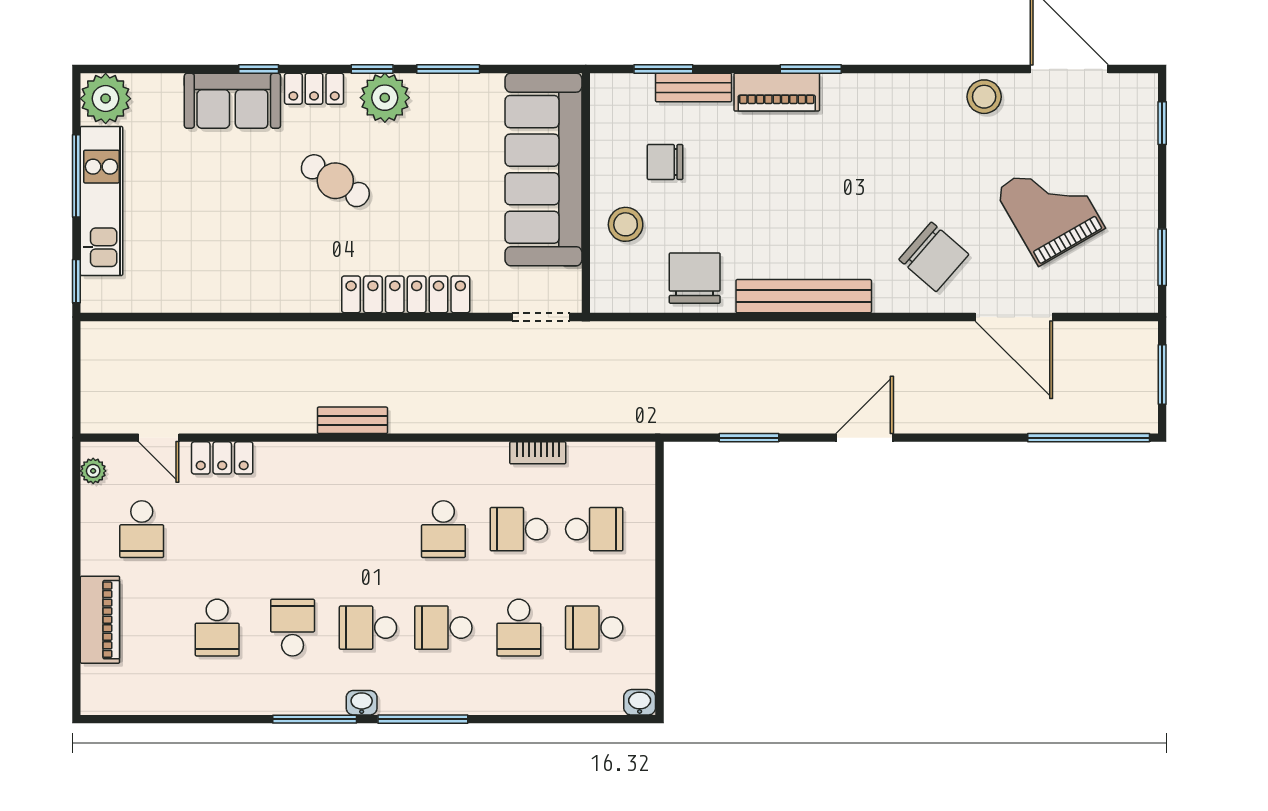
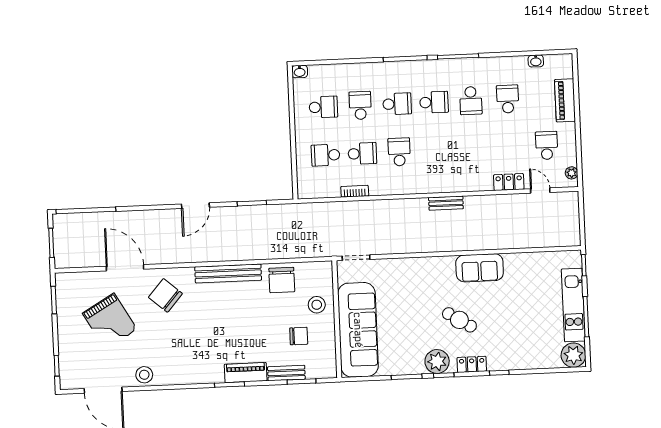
sofa: (232, 101) -> (480, 268), moved, turned 180
locker: (406, 294) -> (423, 266), removed
washbasin: (362, 703) -> (536, 61), moved

